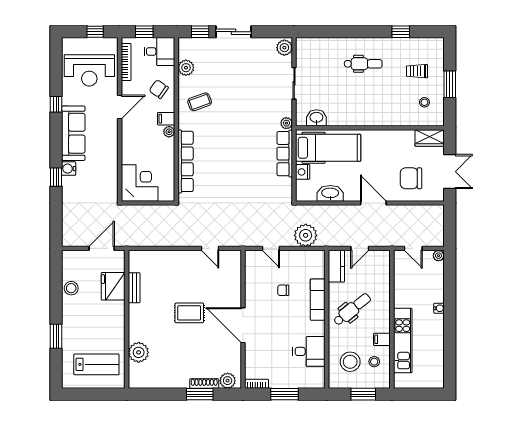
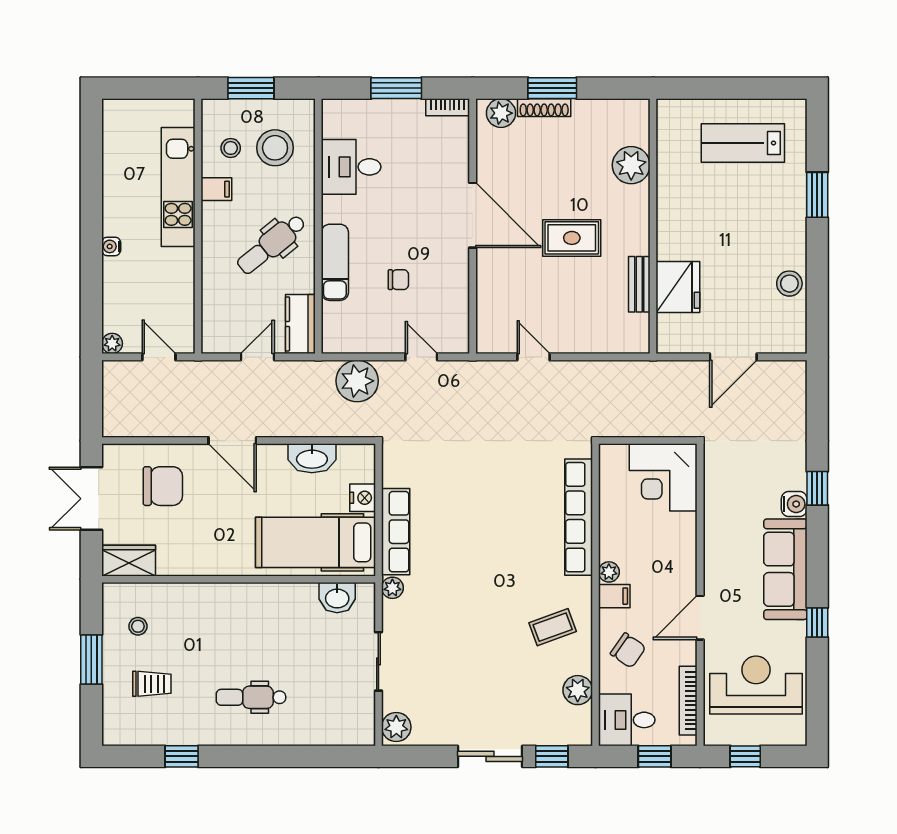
fridge: (113, 286) -> (678, 287), moved
bench: (134, 288) -> (639, 284), moved
wall: (127, 319) -> (653, 226), moved
plant: (139, 352) -> (631, 165), moved

